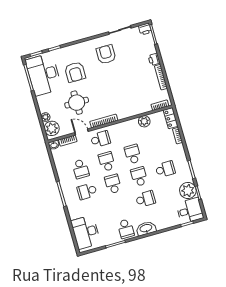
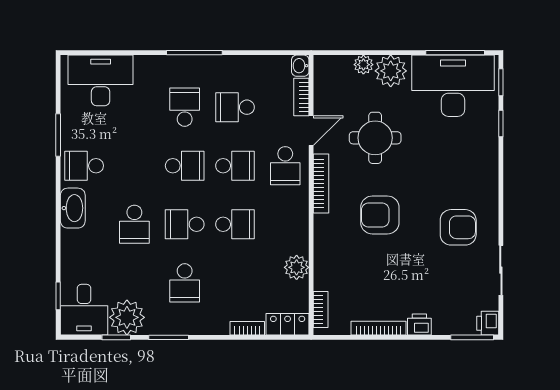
armchair: (75, 72) -> (380, 215), moved
plant: (52, 128) -> (391, 71), moved
school desk: (139, 177) -> (185, 224), turned 180

